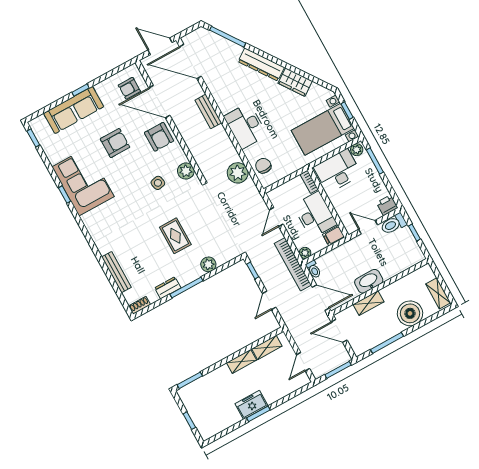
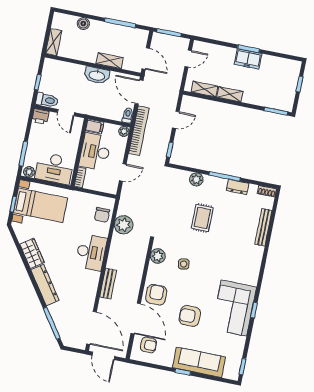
shelving: (438, 293) -> (54, 42), moved
boiler: (410, 313) -> (83, 24), width x0.54, depth x0.54

